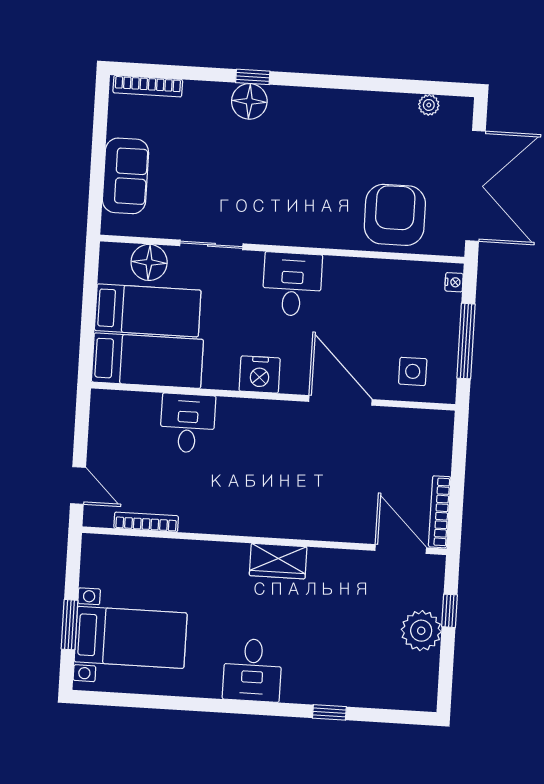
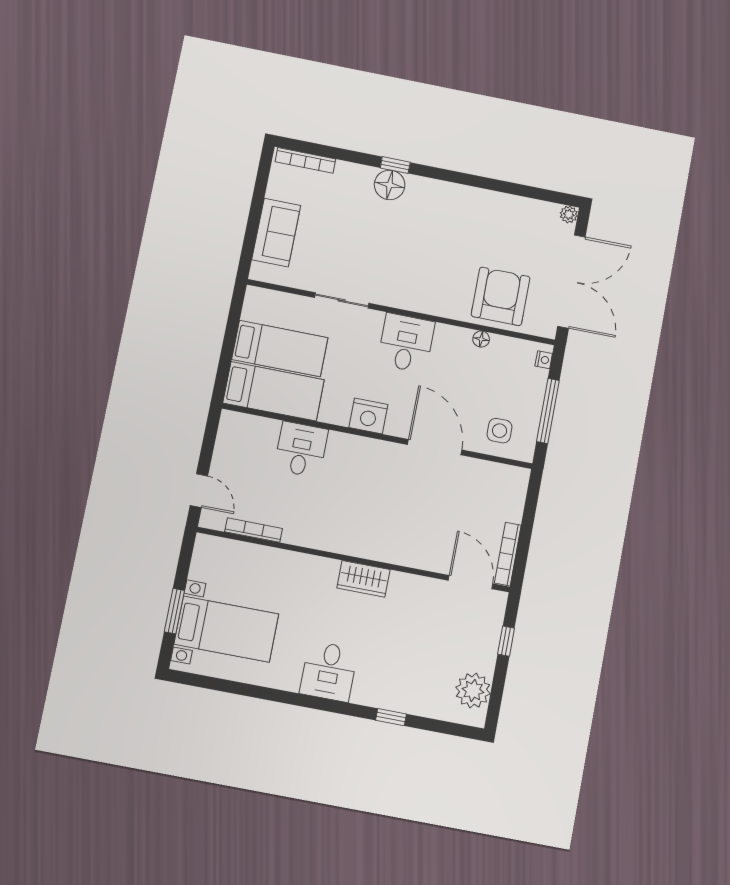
plant: (429, 105) -> (569, 214), moved
floor lamp: (149, 262) -> (481, 339), moved, width x0.53, depth x0.53
plant: (421, 631) -> (473, 690), moved

